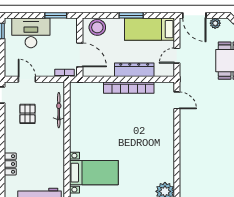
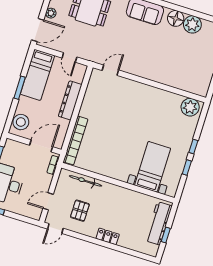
bookcase: (129, 88) -> (75, 140), moved
pallet: (27, 114) -> (80, 211), turned 90
locker: (10, 164) -> (108, 236), moved

